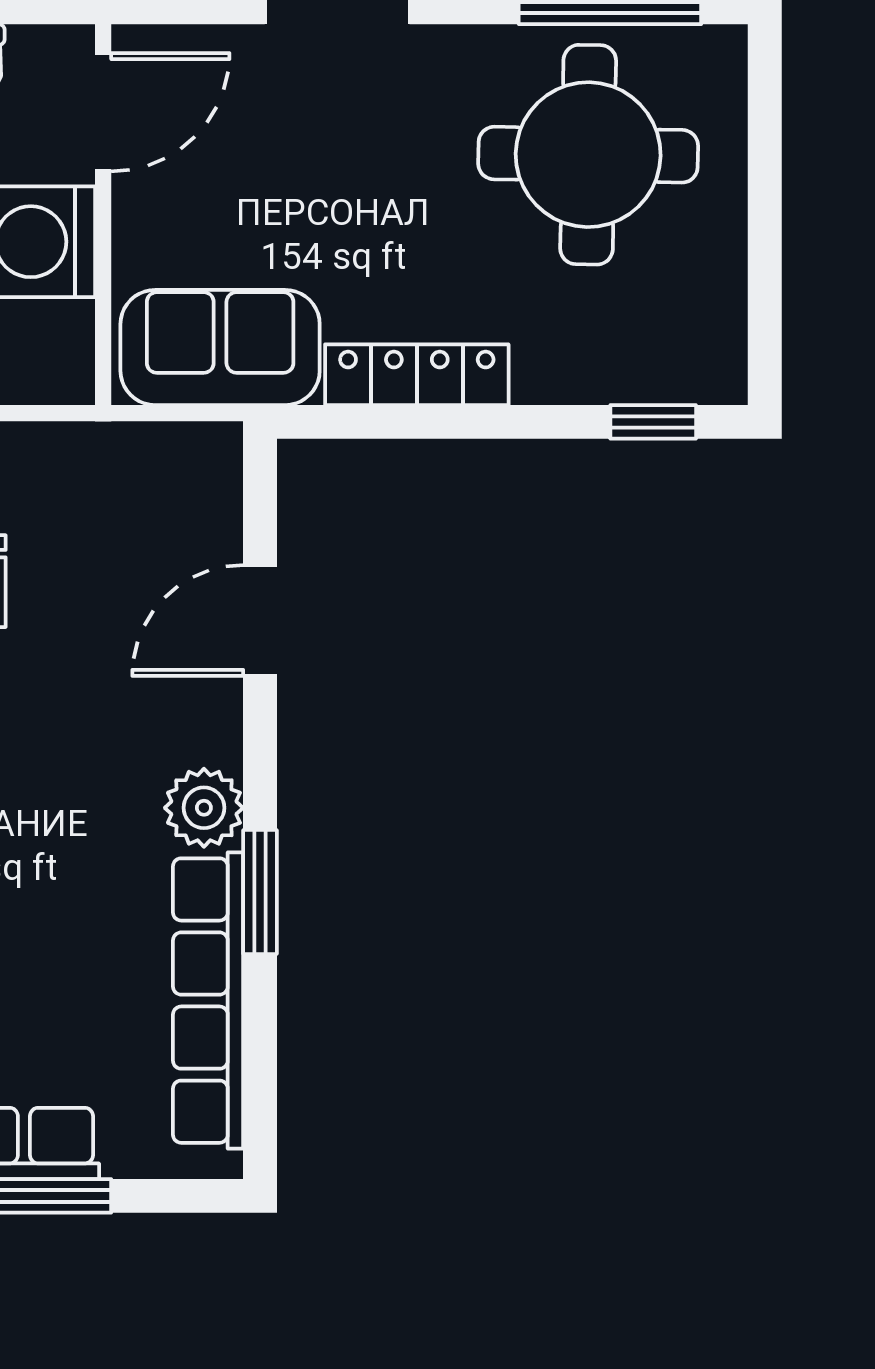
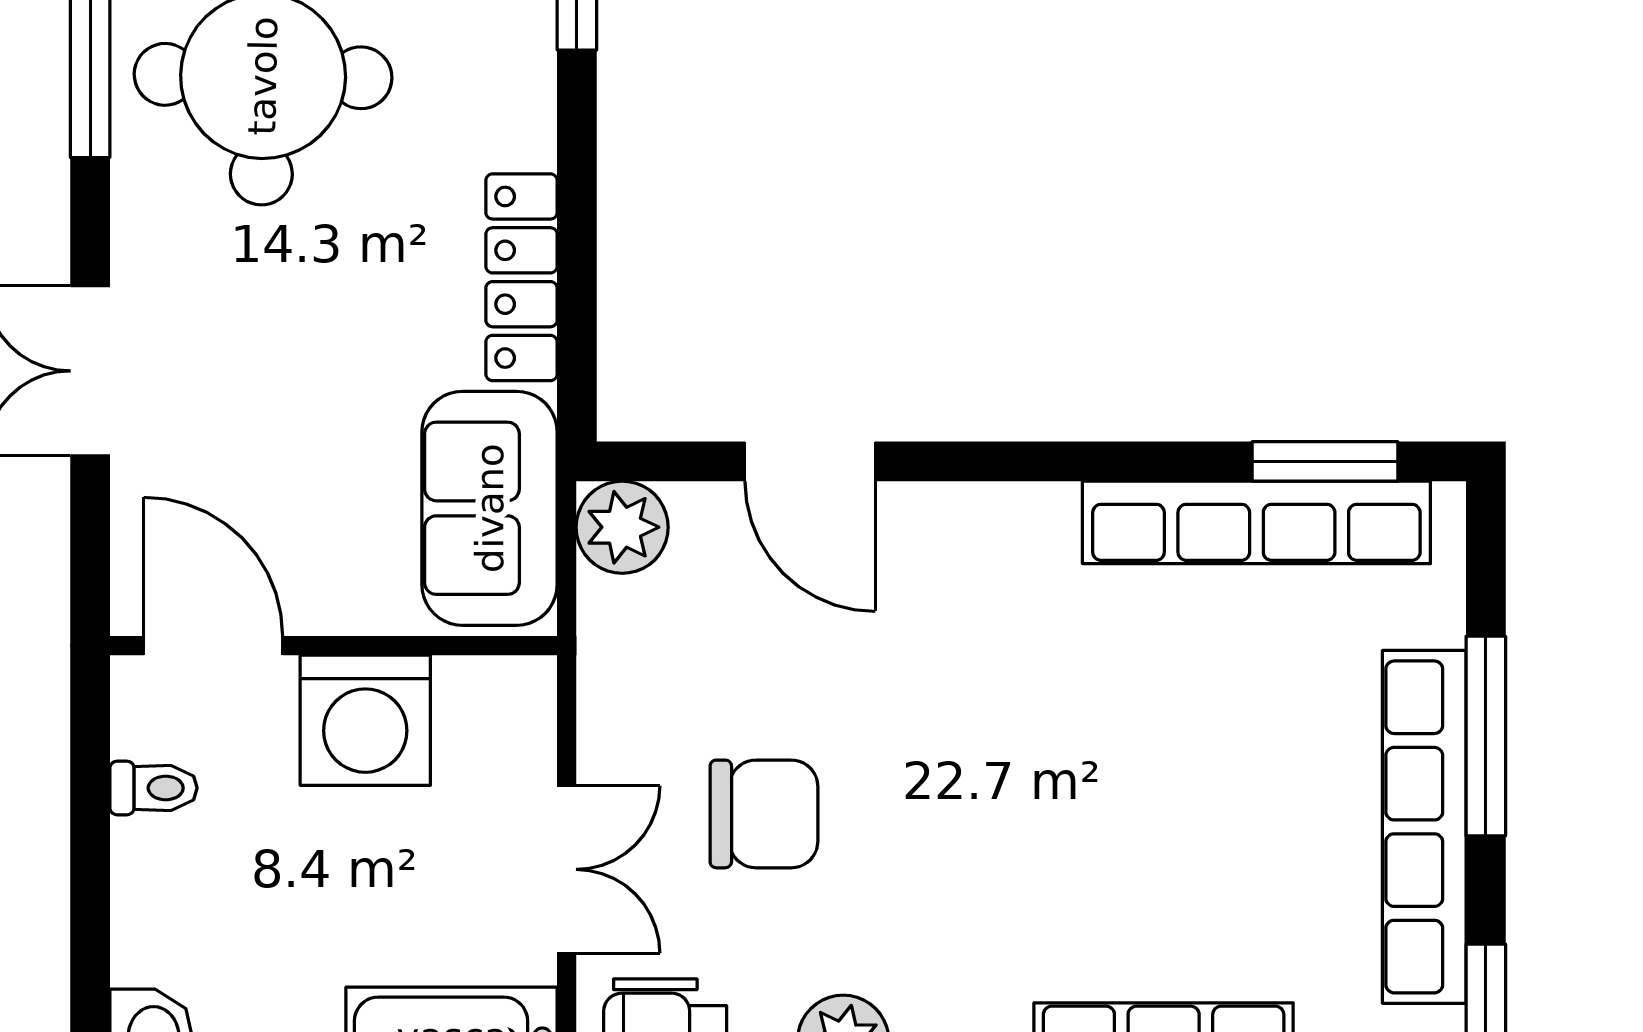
plant: (204, 808) -> (622, 527), moved
window: (260, 892) -> (1325, 461), moved

